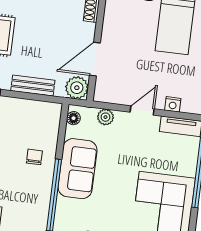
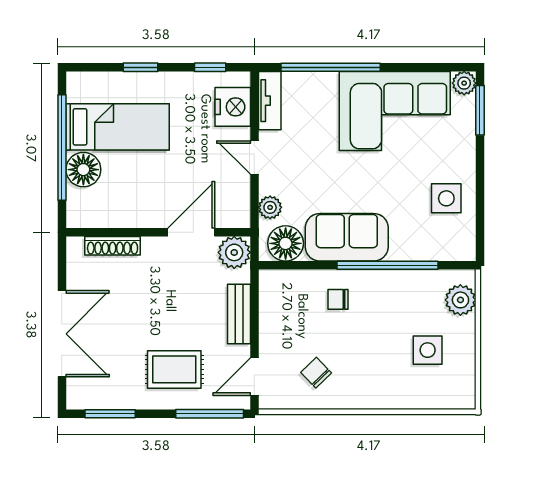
door: (95, 59) -> (191, 232), swing flipped
nightstand: (173, 104) -> (233, 107), width x1.89, depth x1.79
floor lamp: (73, 118) -> (286, 243), width x1.89, depth x1.89

